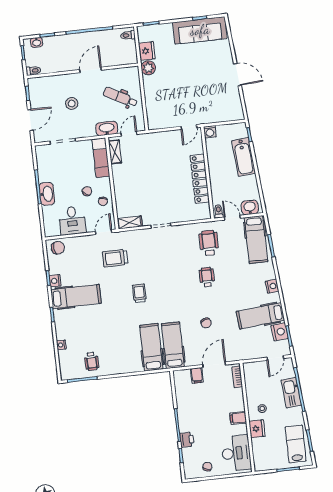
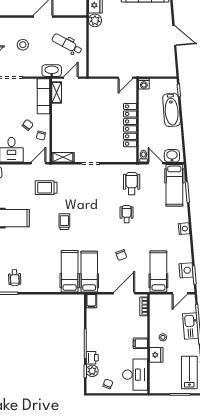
hospital bed: (260, 316) -> (158, 271), moved, turned 95
filing cabinet: (197, 375) -> (91, 301), moved
plant: (188, 454) -> (92, 371), added

